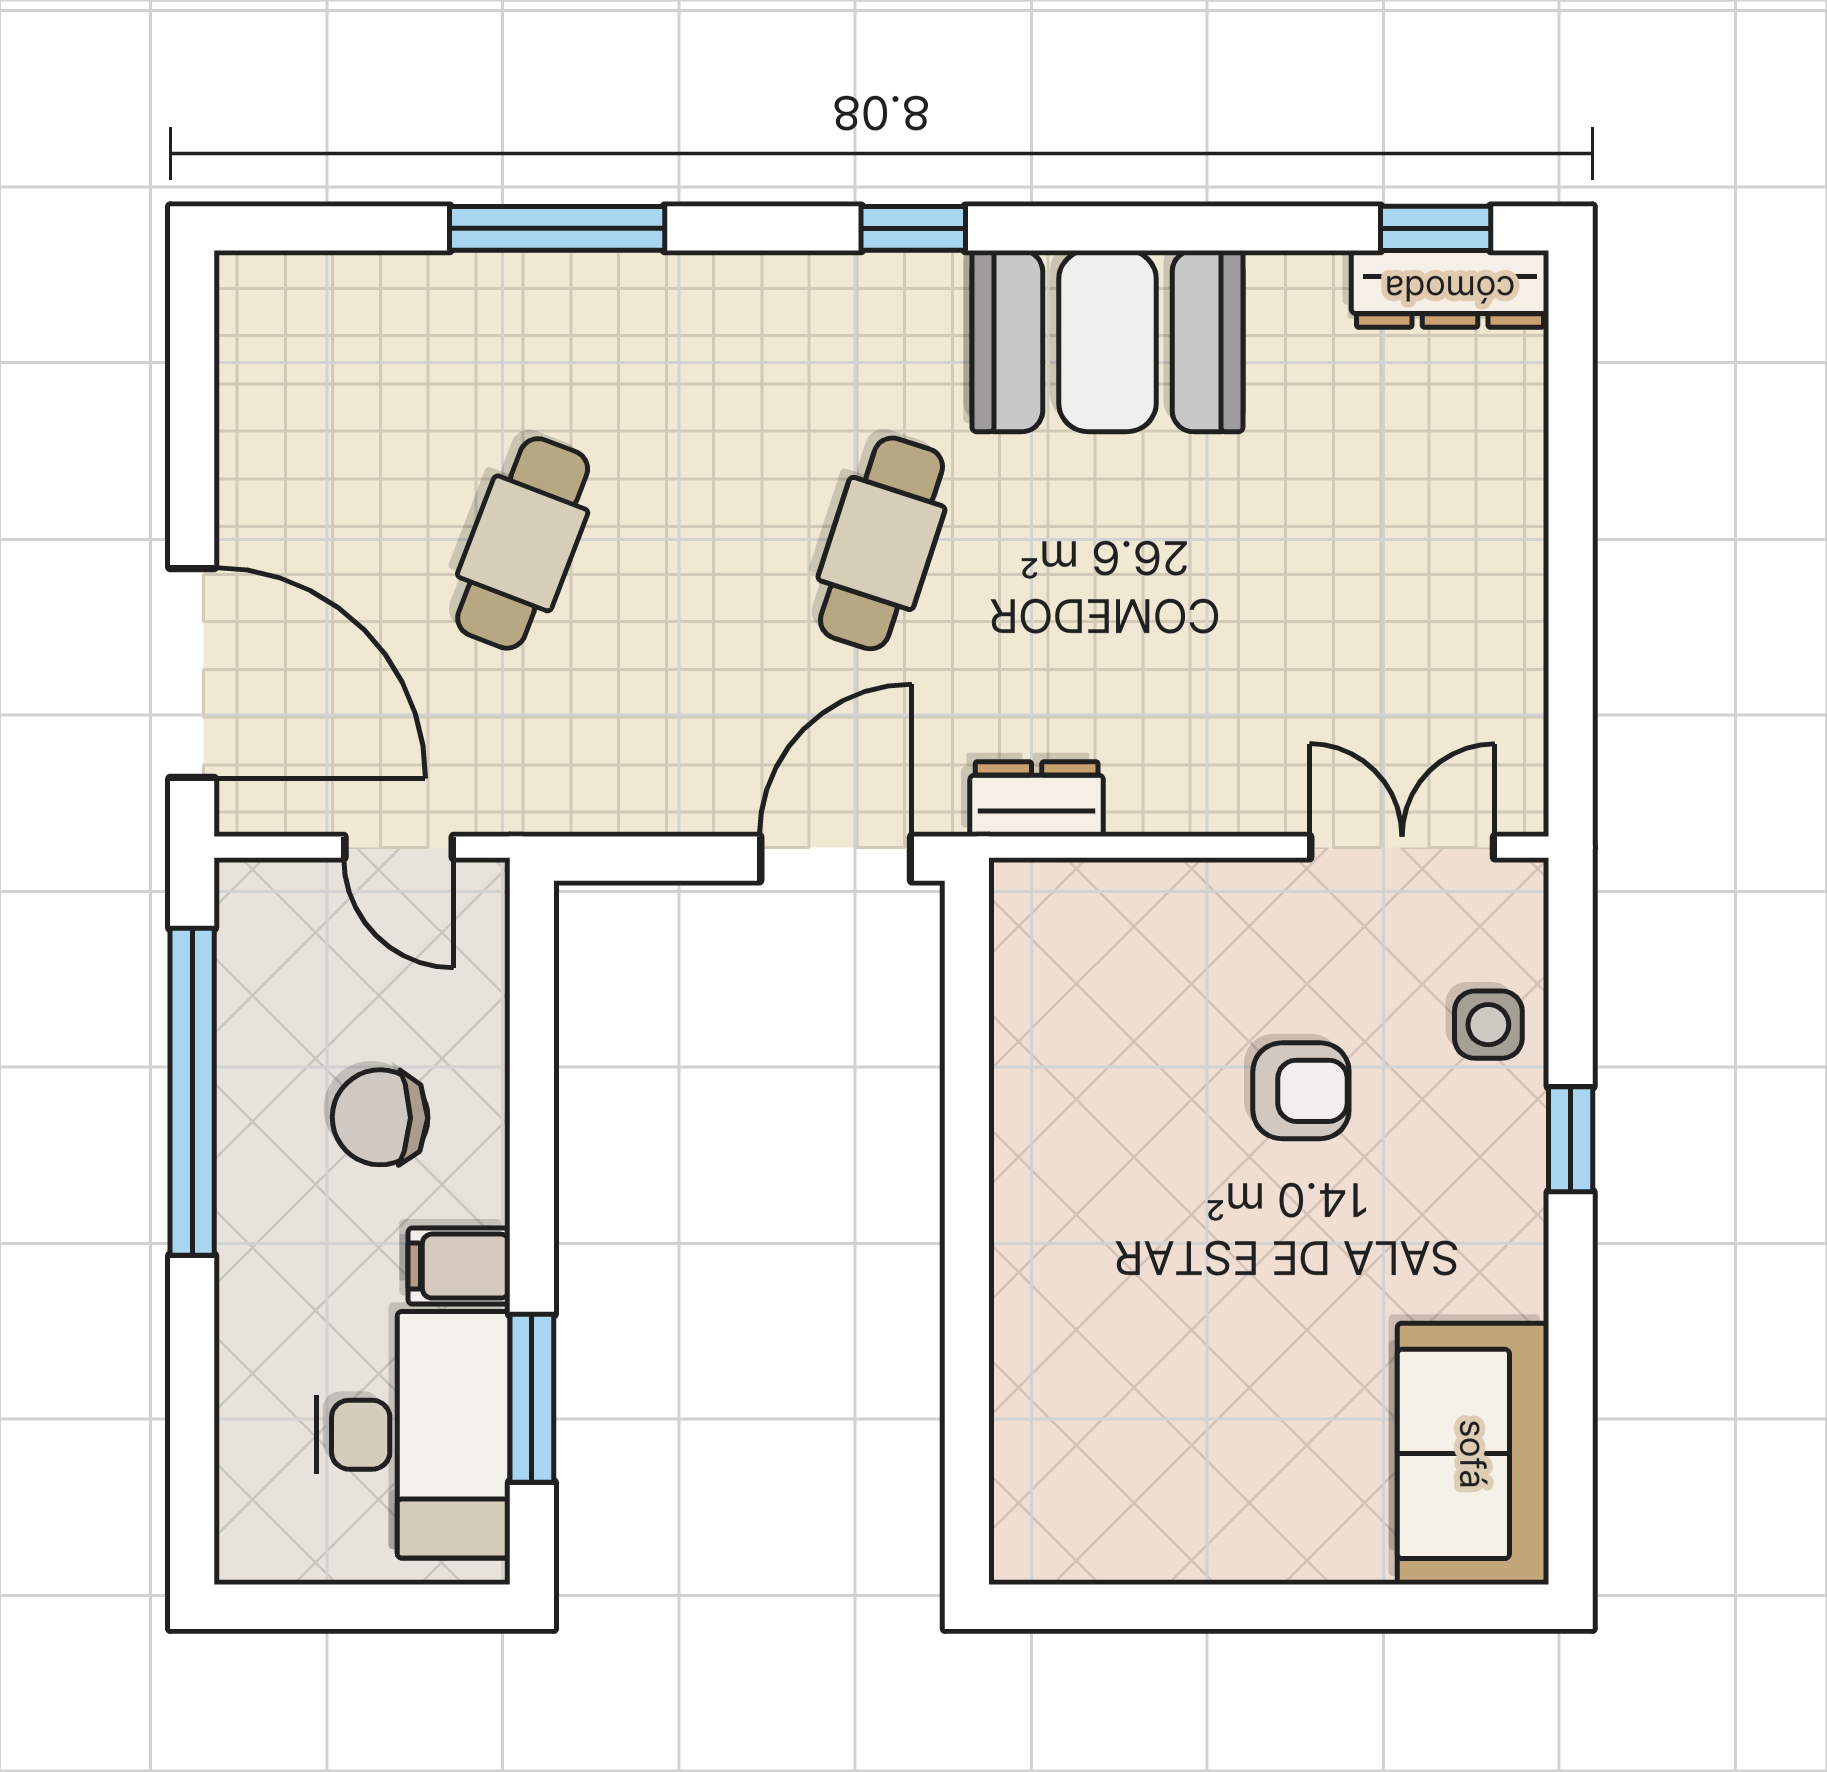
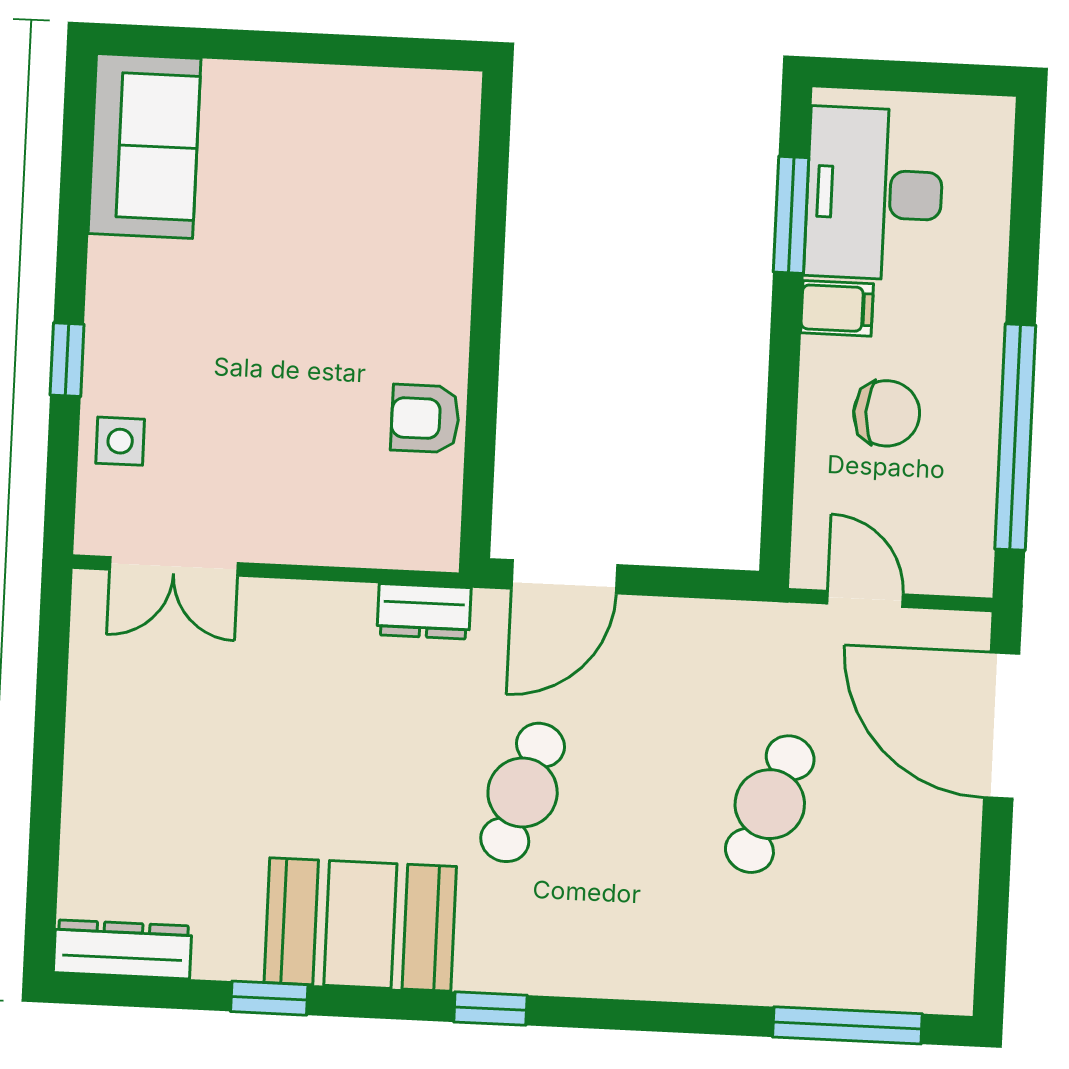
window: (557, 228) -> (847, 1025), moved
window: (1436, 228) -> (269, 998), moved
armchair: (1301, 1091) -> (425, 418), moved

